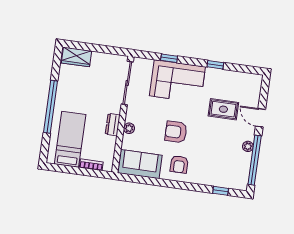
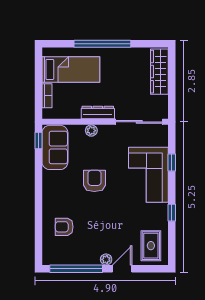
wardrobe: (77, 57) -> (159, 72), width x1.50
rug: (223, 109) -> (151, 246), moved
dresser: (113, 125) -> (98, 113), width x1.44
plant: (248, 146) -> (106, 259), moved
armchair: (179, 164) -> (64, 227), moved
window: (221, 191) -> (38, 141), moved

